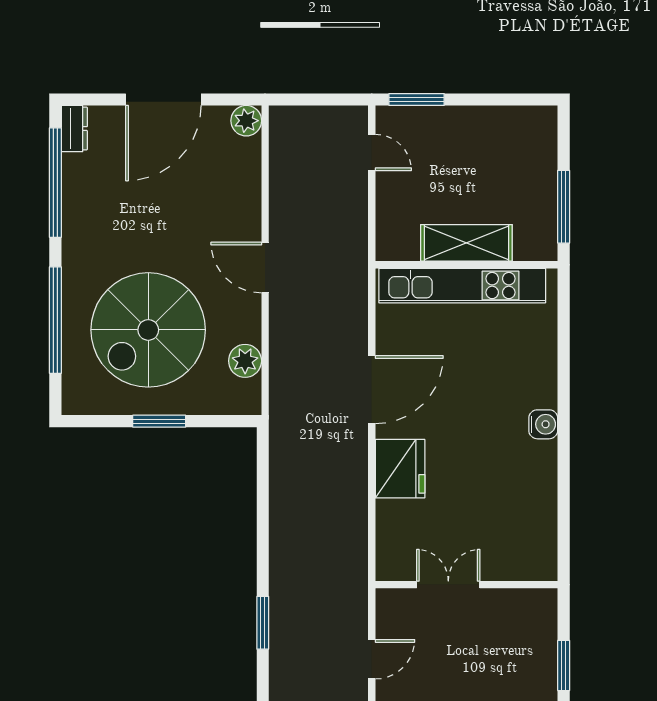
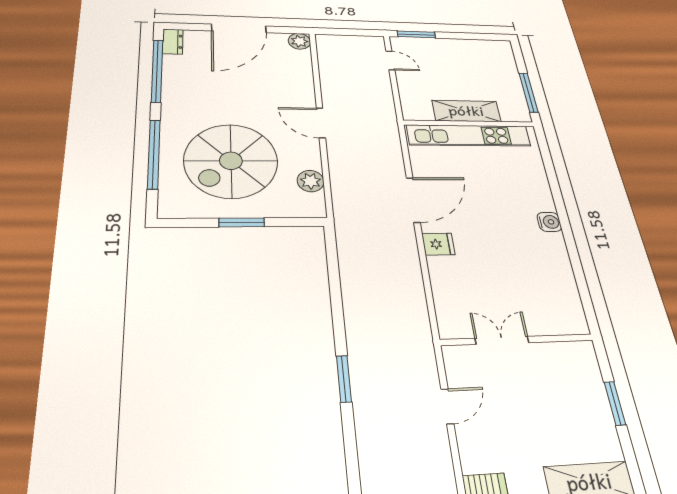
fridge: (400, 469) -> (438, 244), width x0.53, depth x0.75

